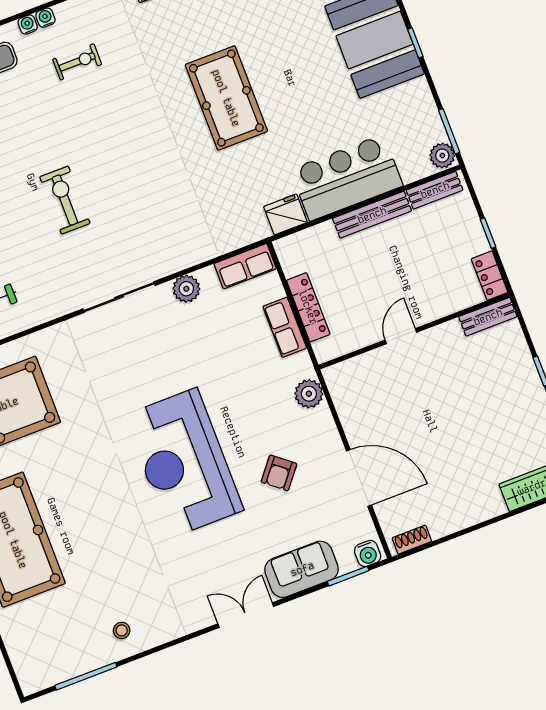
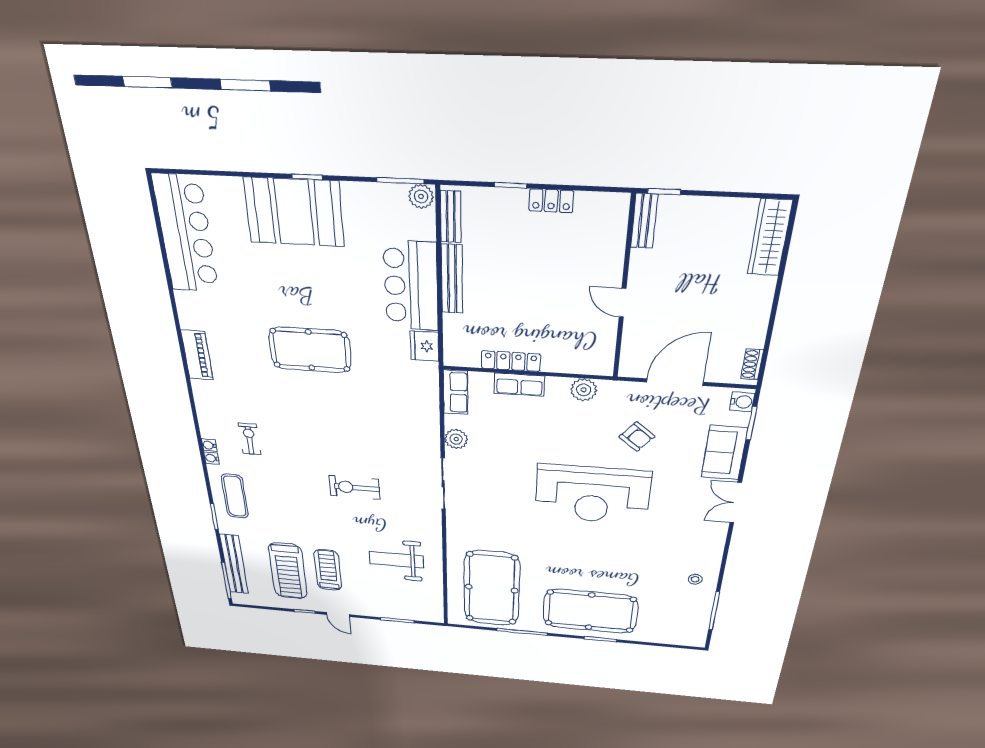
bench: (488, 317) -> (644, 221), moved
wall: (414, 331) -> (624, 290), moved
door: (401, 336) -> (623, 303), moved

